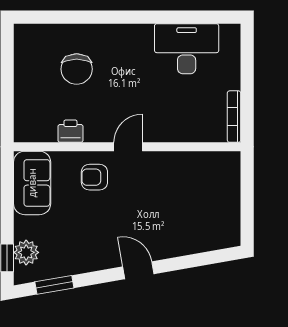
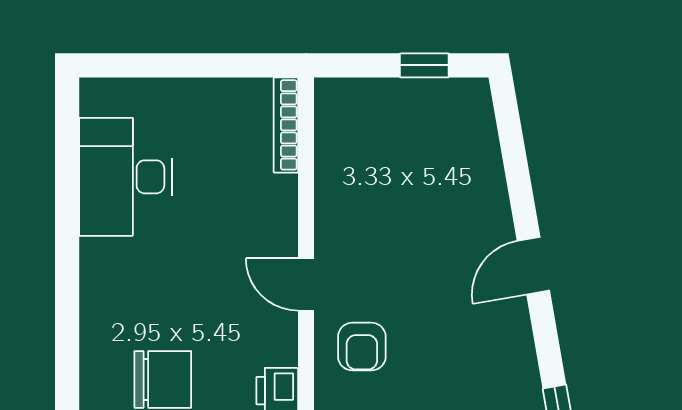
bookcase: (234, 117) -> (286, 125), moved, turned 90
window: (247, 211) -> (424, 65), added

